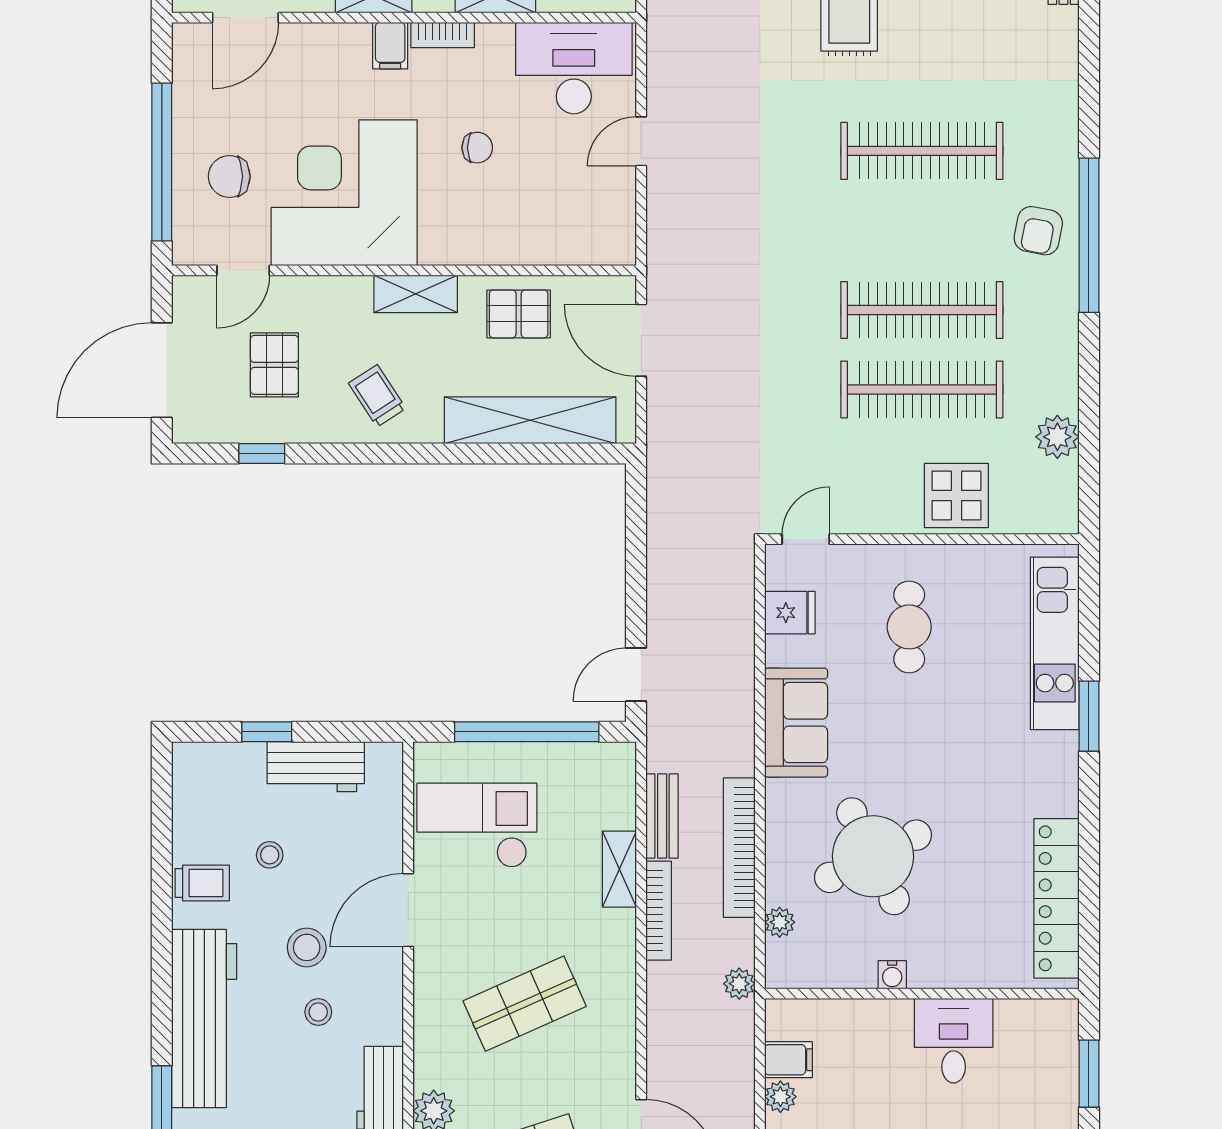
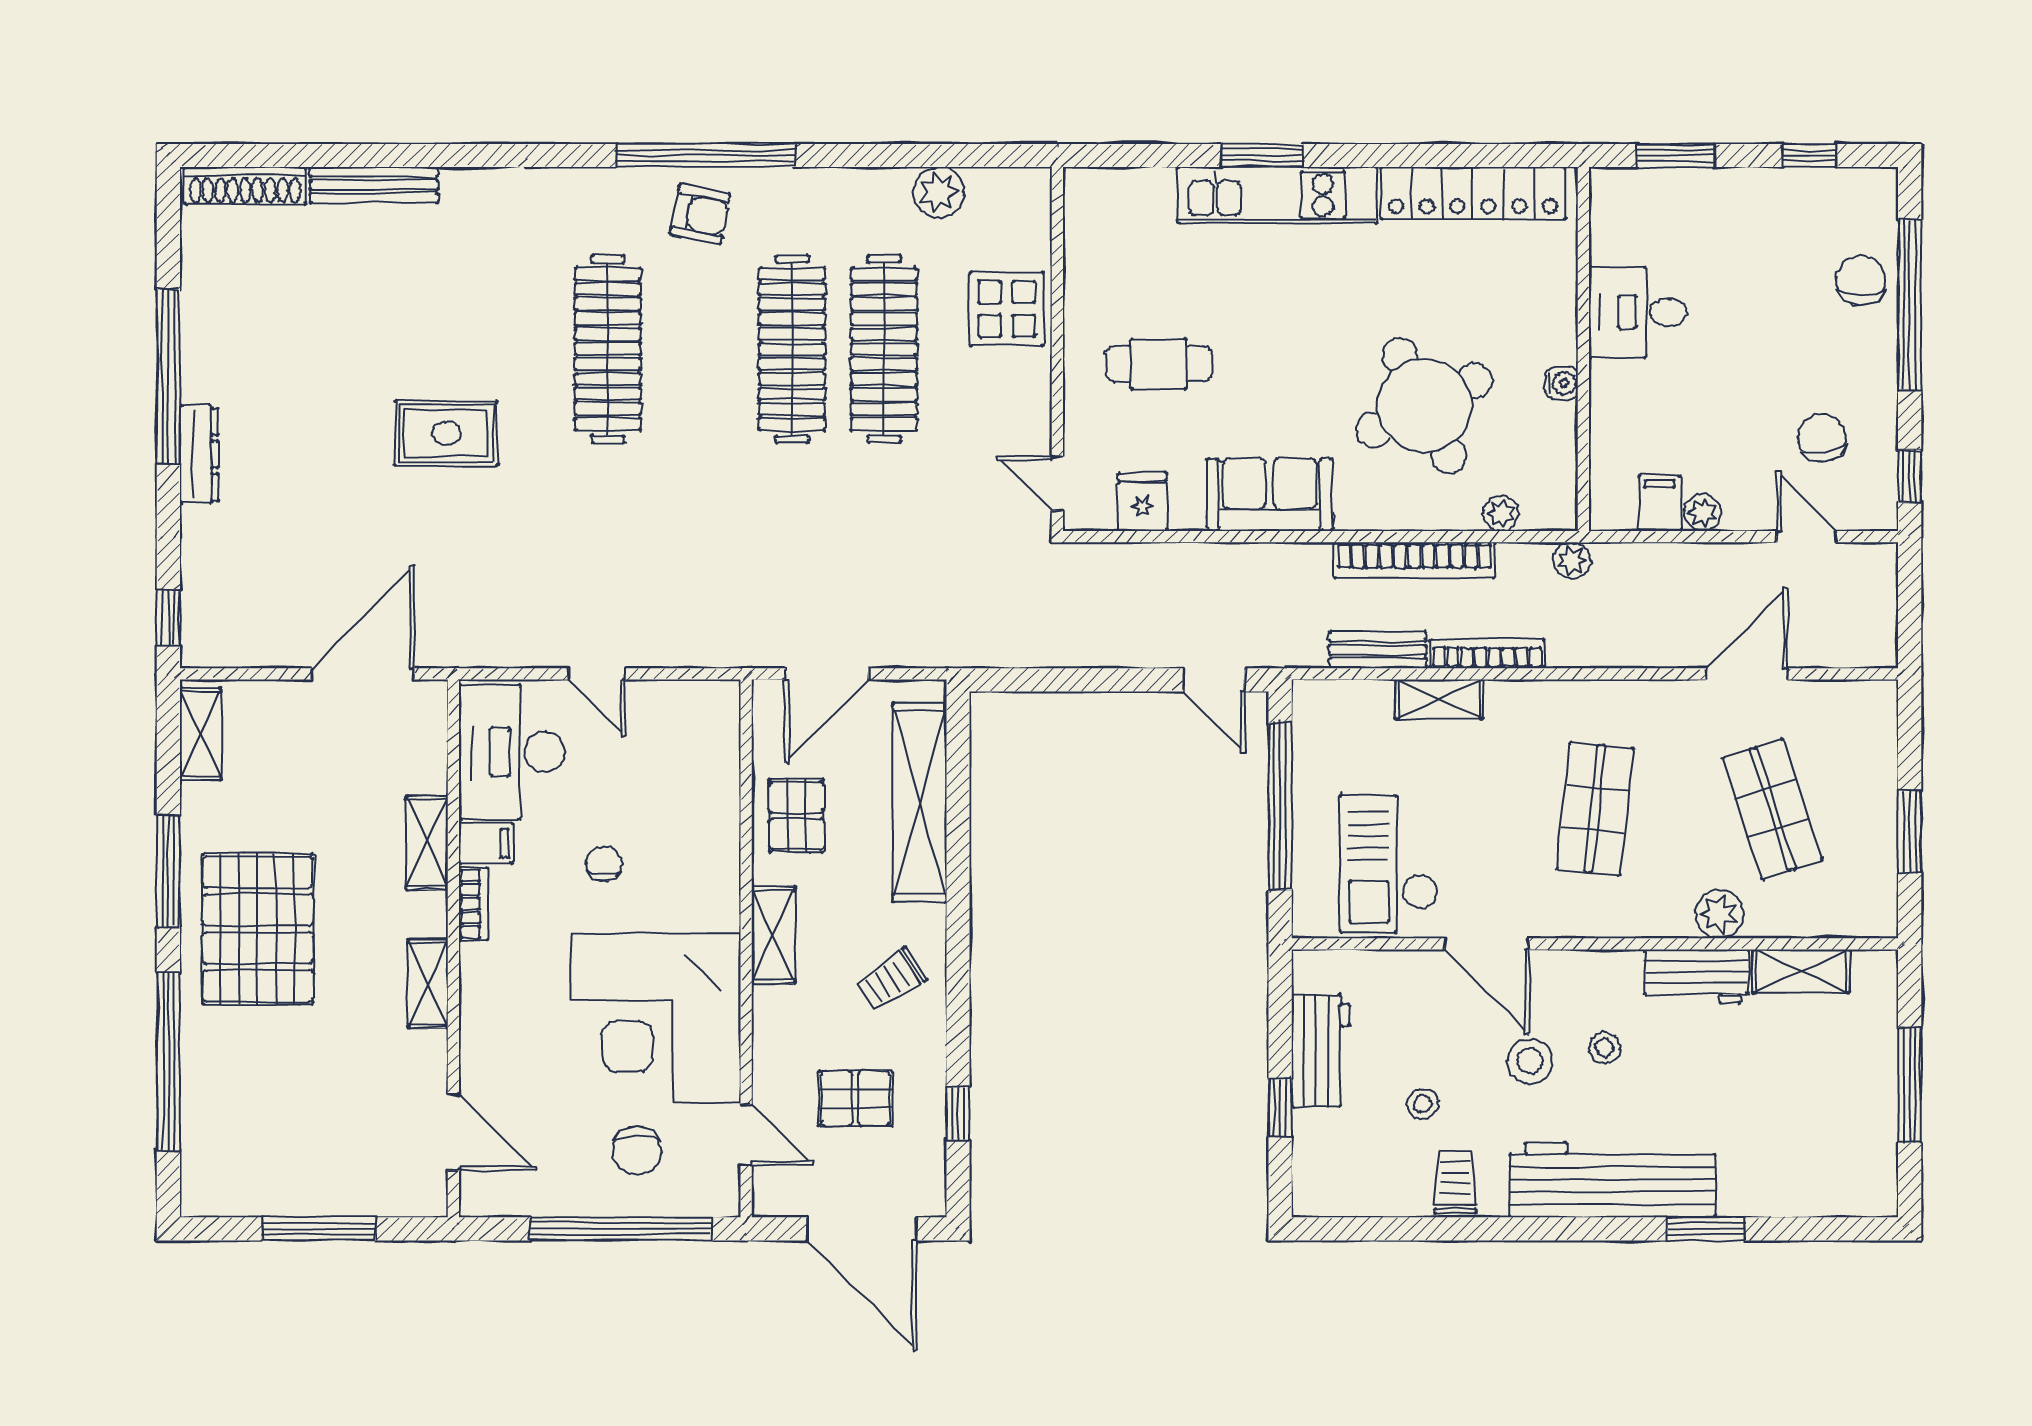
filing cabinet: (390, 46) -> (486, 843), moved
kitchen unit: (1055, 643) -> (1277, 195), moved
shop shelf: (525, 1004) -> (1595, 809), turned 30

